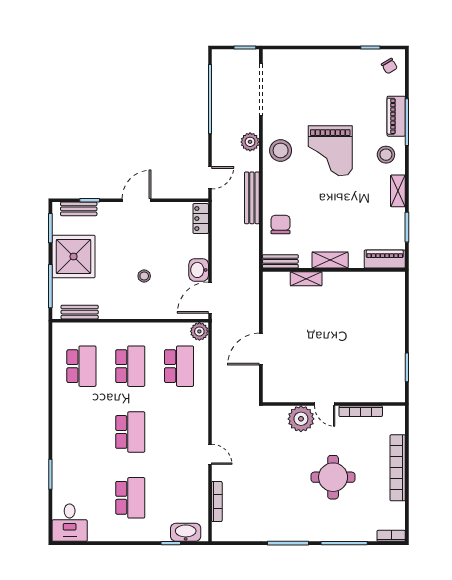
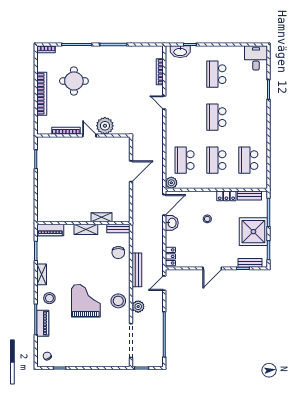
locker: (115, 311) -> (226, 196), added
round table: (333, 477) -> (74, 81), moved

